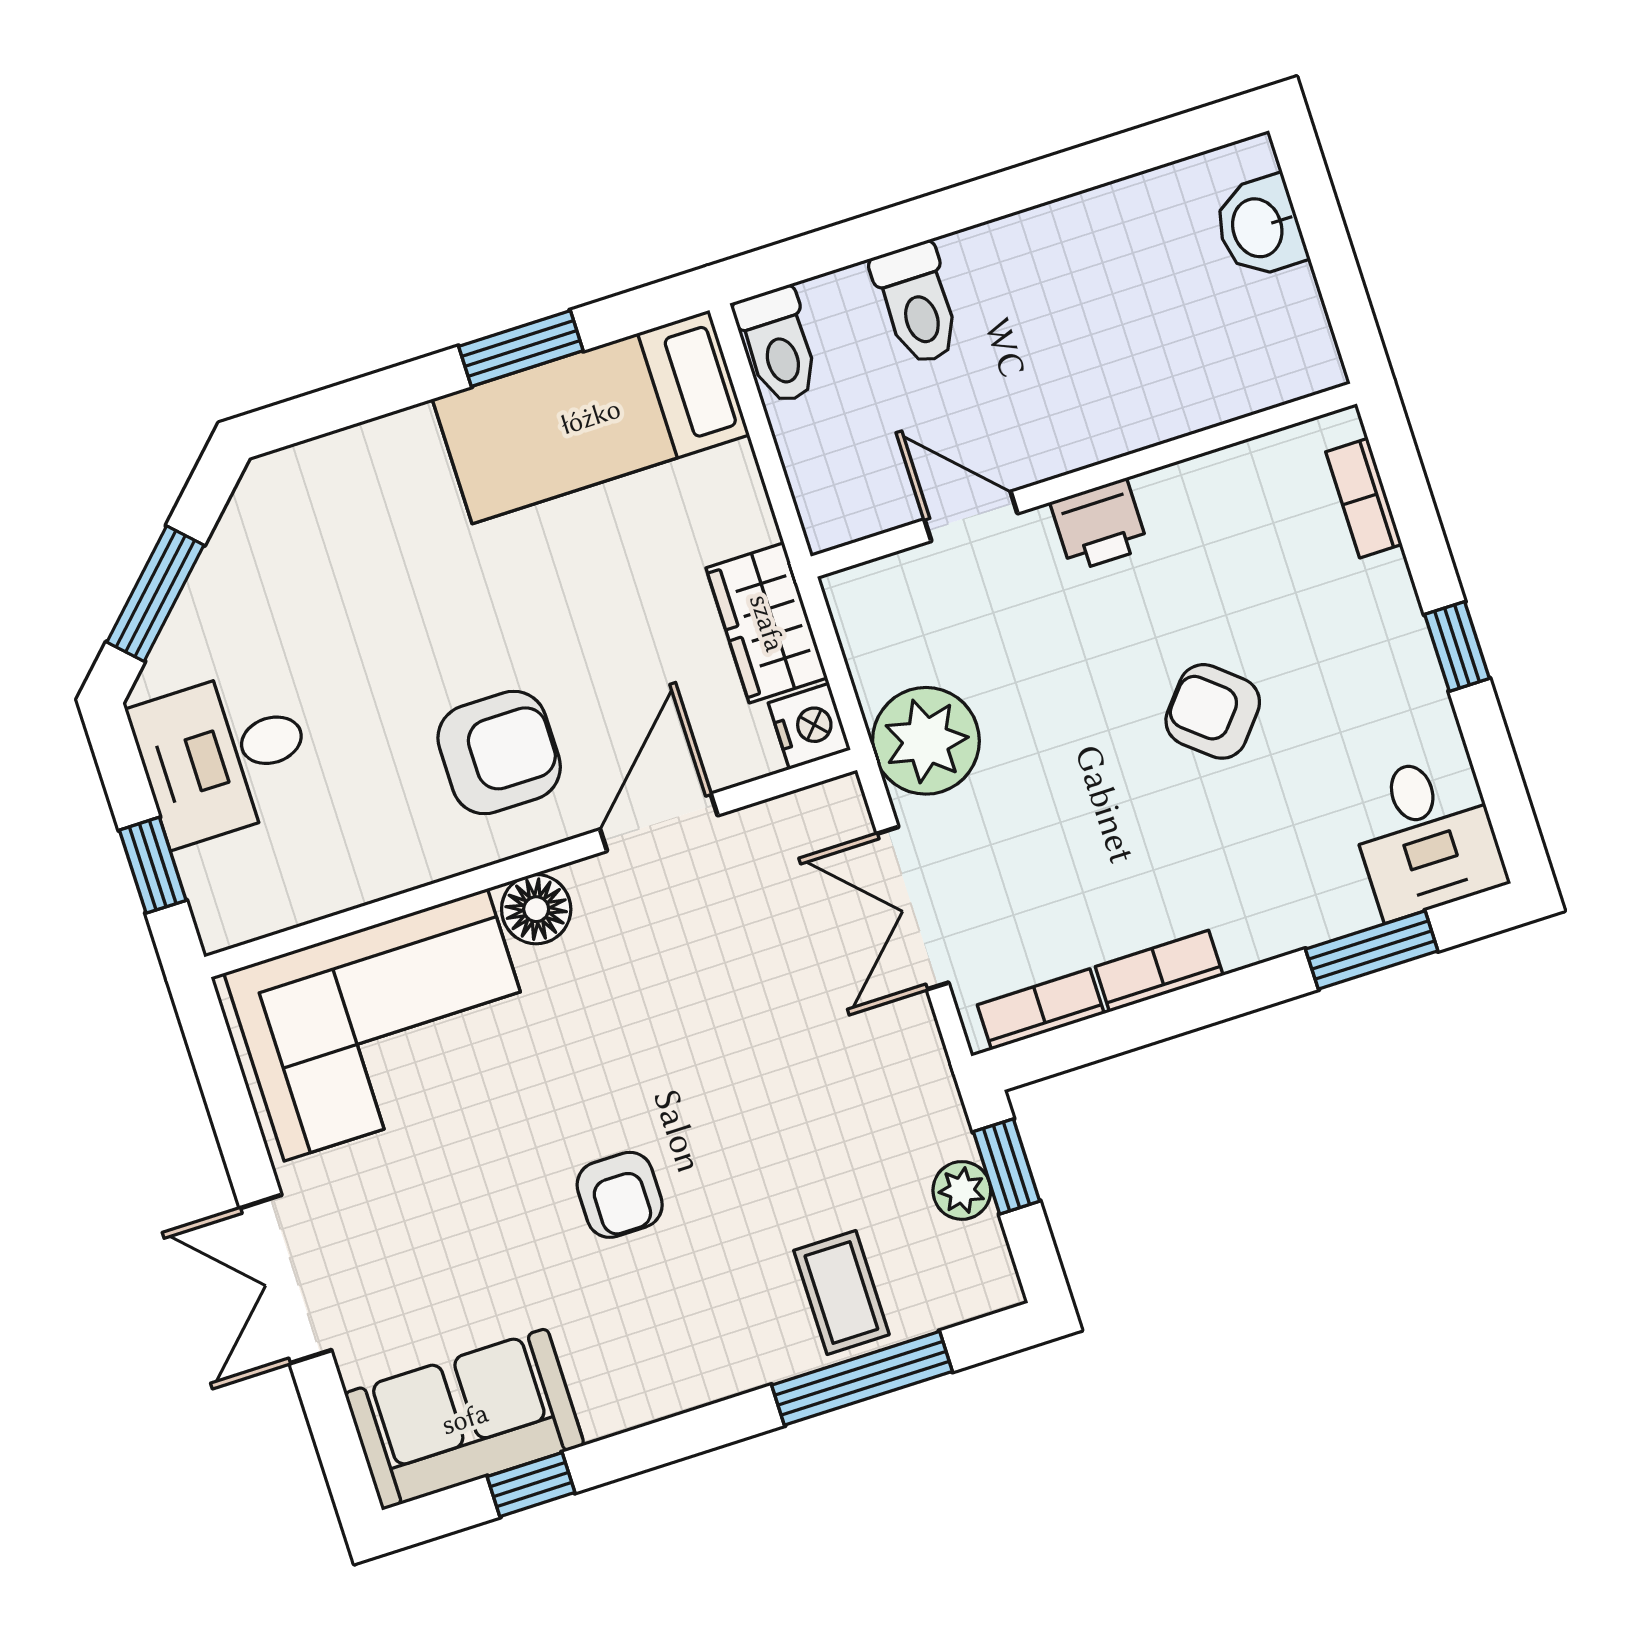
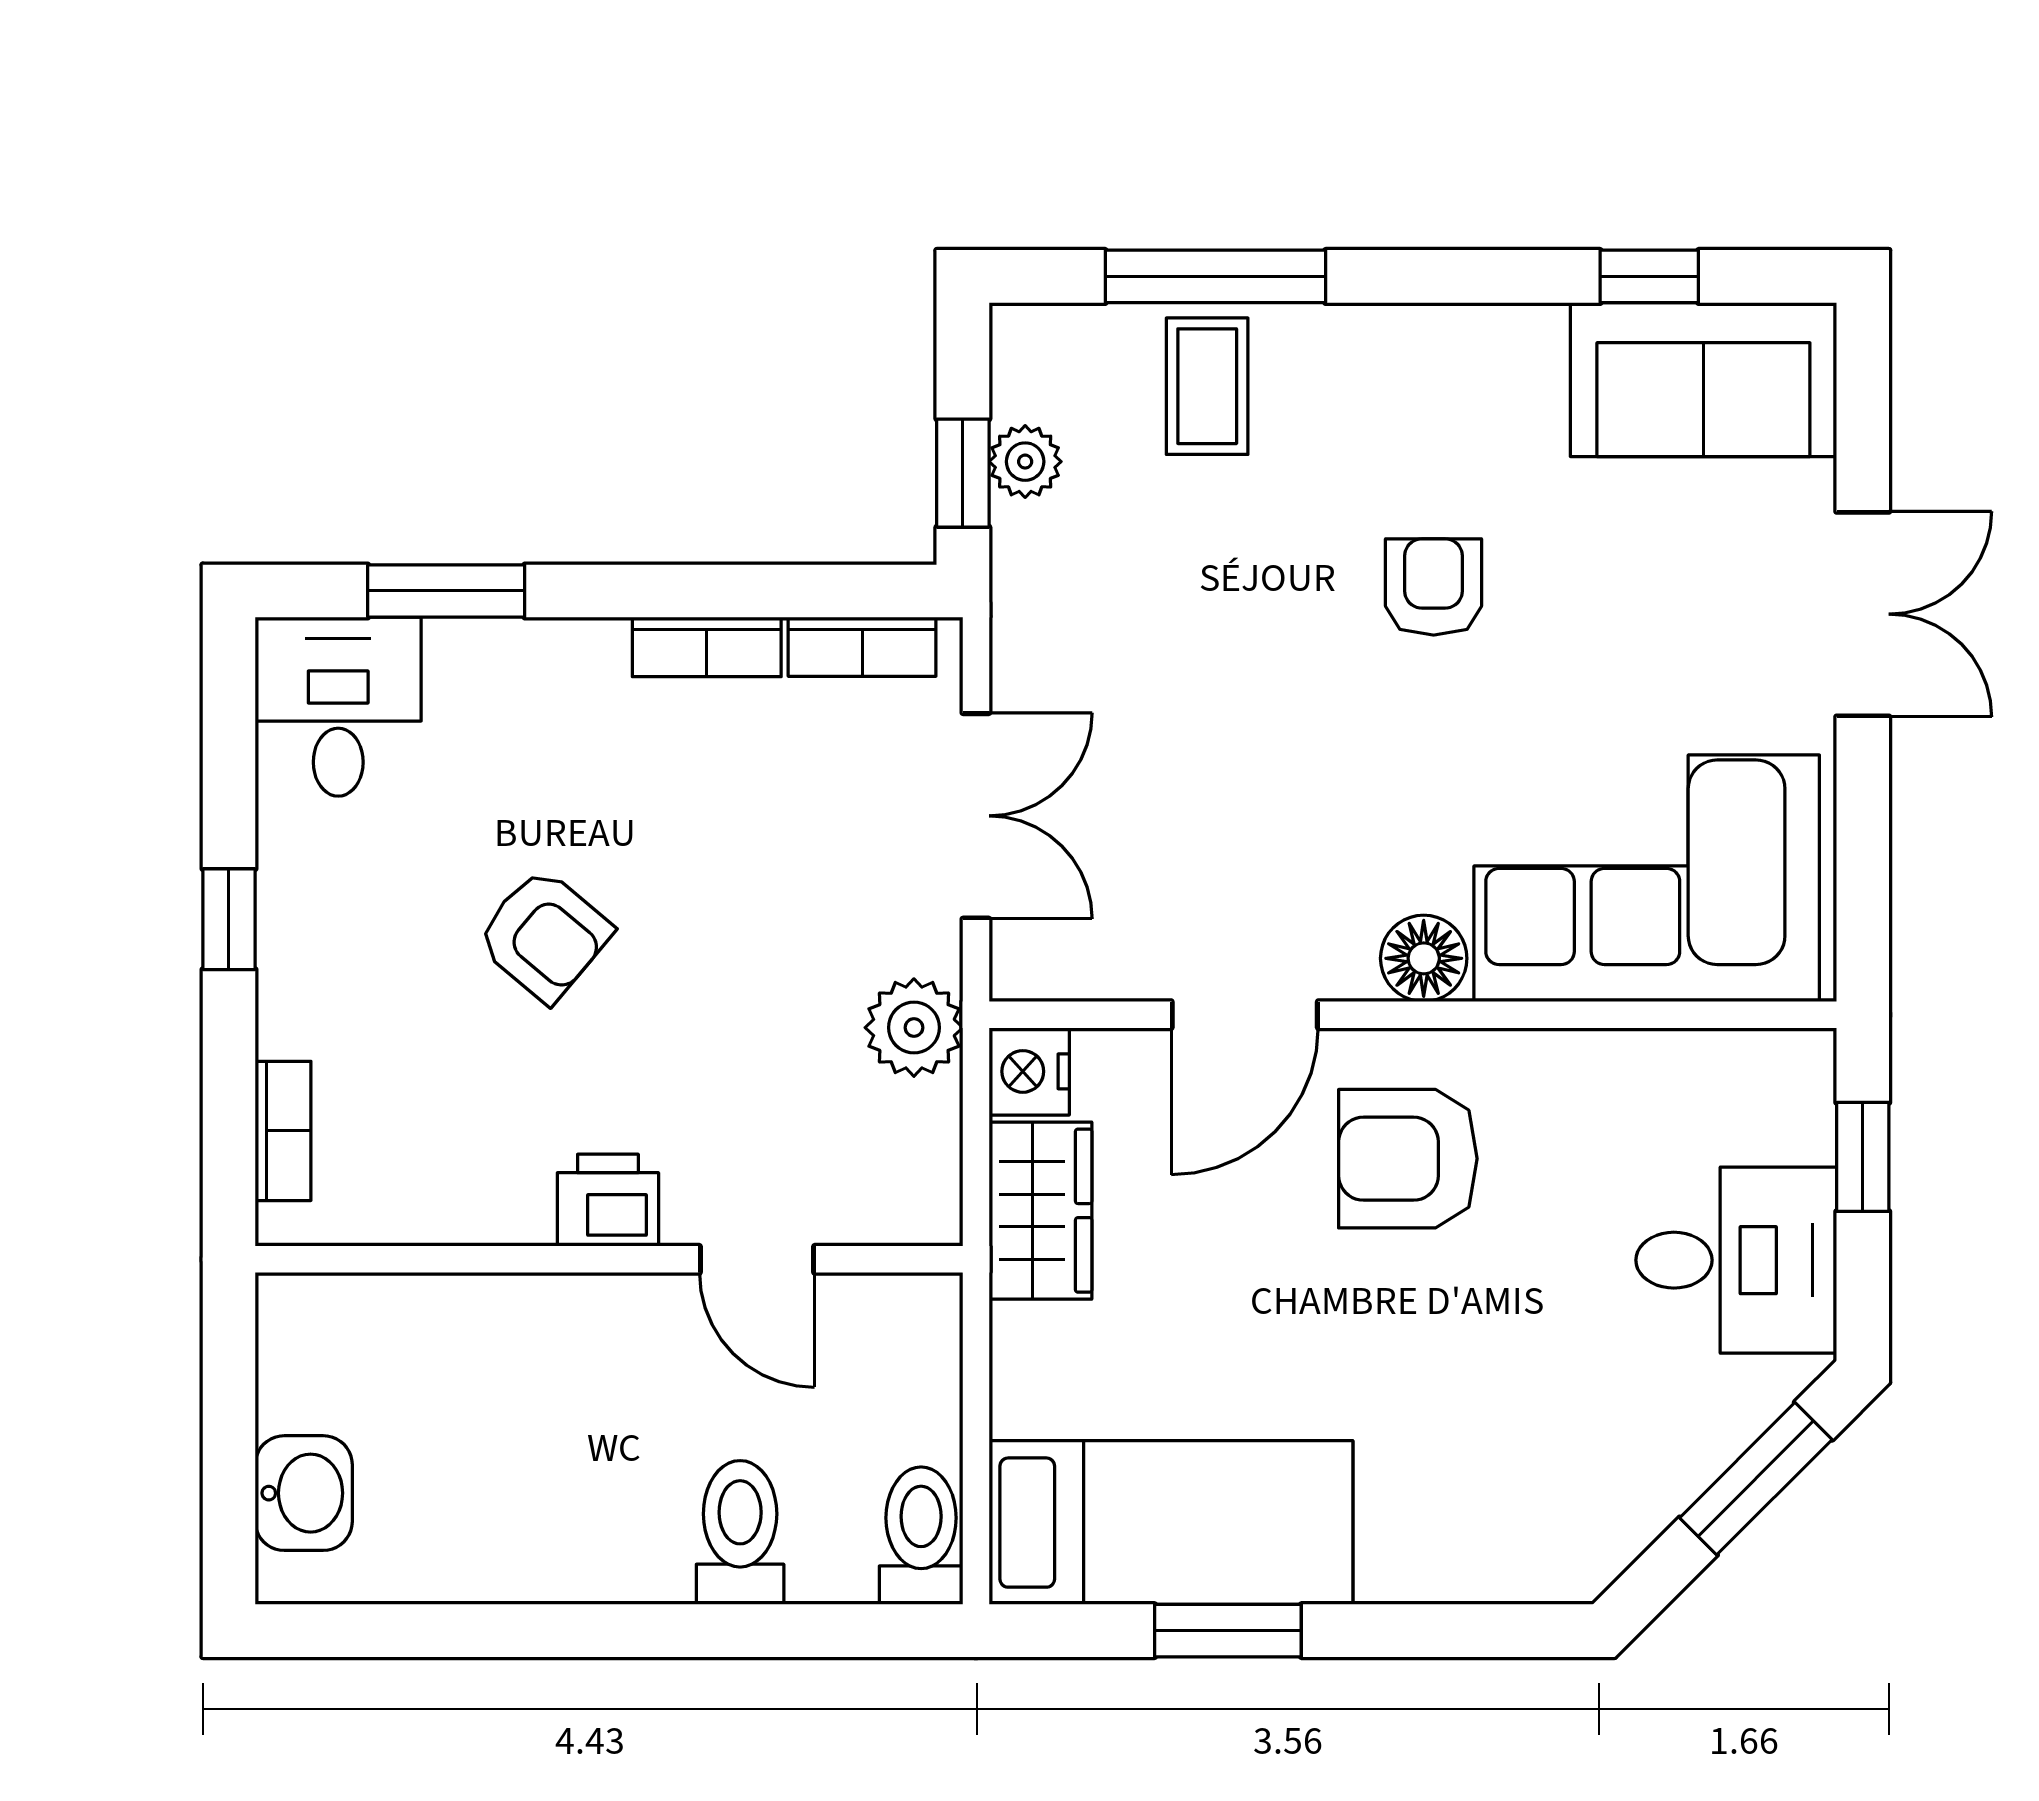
plant: (926, 741) -> (914, 1028), width x0.73, depth x0.73

